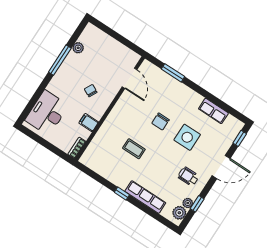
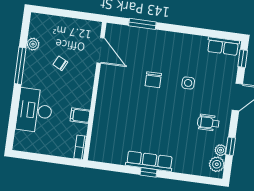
chair: (91, 91) -> (60, 63), moved
row of seats: (213, 111) -> (223, 46), moved
desk: (47, 113) -> (35, 110), moved
side table: (187, 137) -> (188, 83), width x0.54, depth x0.54
coffee table: (134, 149) -> (139, 121), removed
row of seats: (145, 197) -> (149, 161), moved

